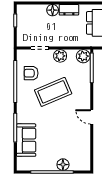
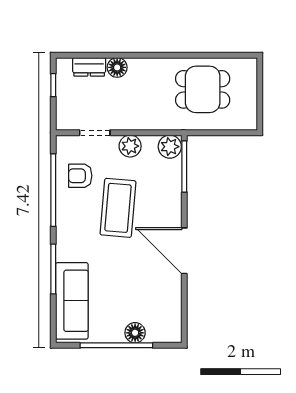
dresser: (69, 10) -> (89, 67), moved
coffee table: (53, 92) -> (118, 208), turned -62
door: (92, 117) -> (184, 251), width x1.88
sofa: (26, 140) -> (72, 301), width x1.36

